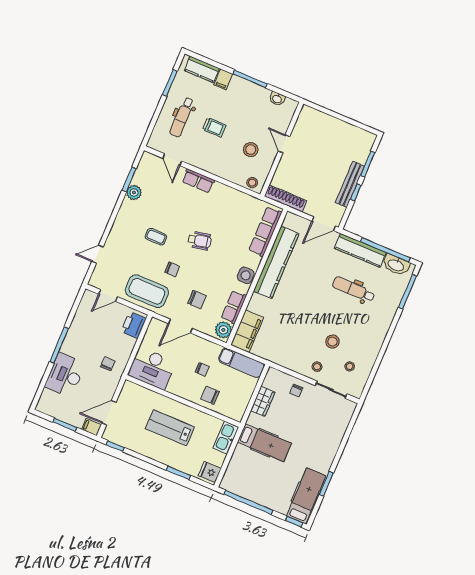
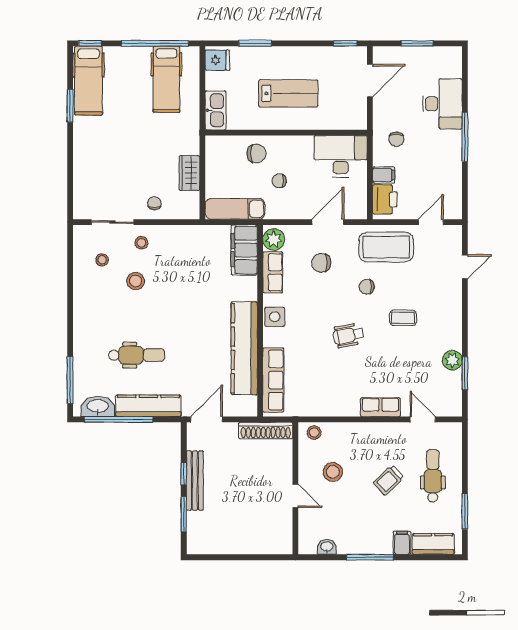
trolley: (214, 127) -> (389, 480), turned -43
filing cabinet: (92, 427) -> (384, 175), moved
hospital bed: (264, 443) -> (166, 79), moved, turned -90

